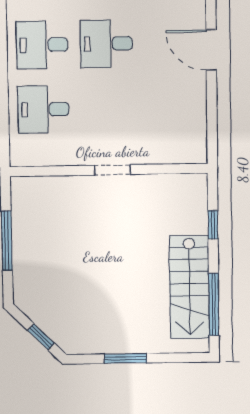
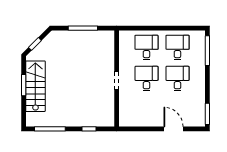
door: (211, 50) -> (173, 129), hinge flipped
desk: (107, 108) -> (146, 79), added
stairs: (189, 287) -> (35, 86), moved, turned 90

